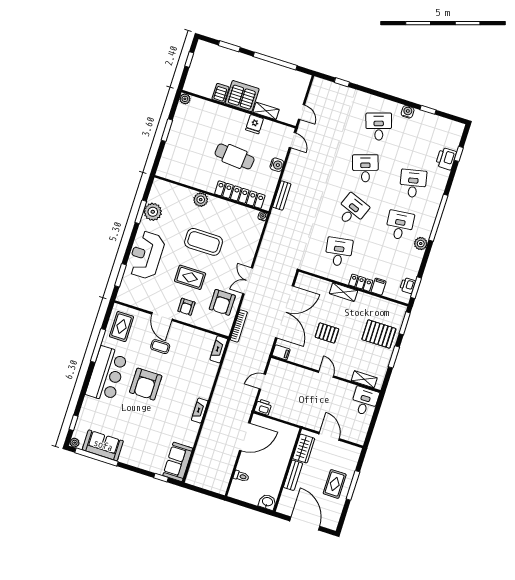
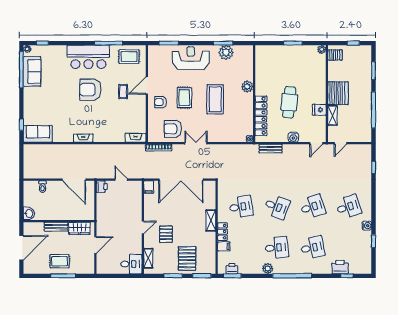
server rack: (221, 93) -> (335, 55), moved
pallet: (327, 333) -> (166, 234), moved

